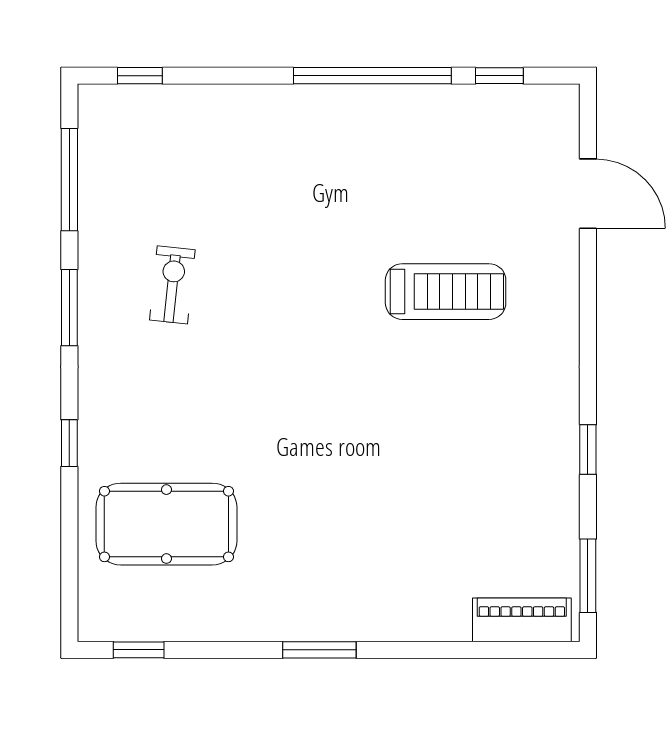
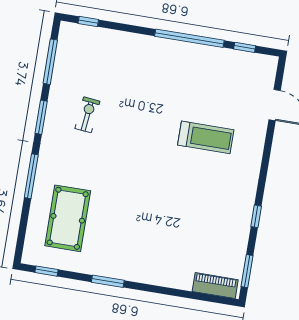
window: (69, 443) -> (31, 176), width x2.17
pool table: (166, 524) -> (68, 218), turned 90
window: (319, 650) -> (108, 281), moved

